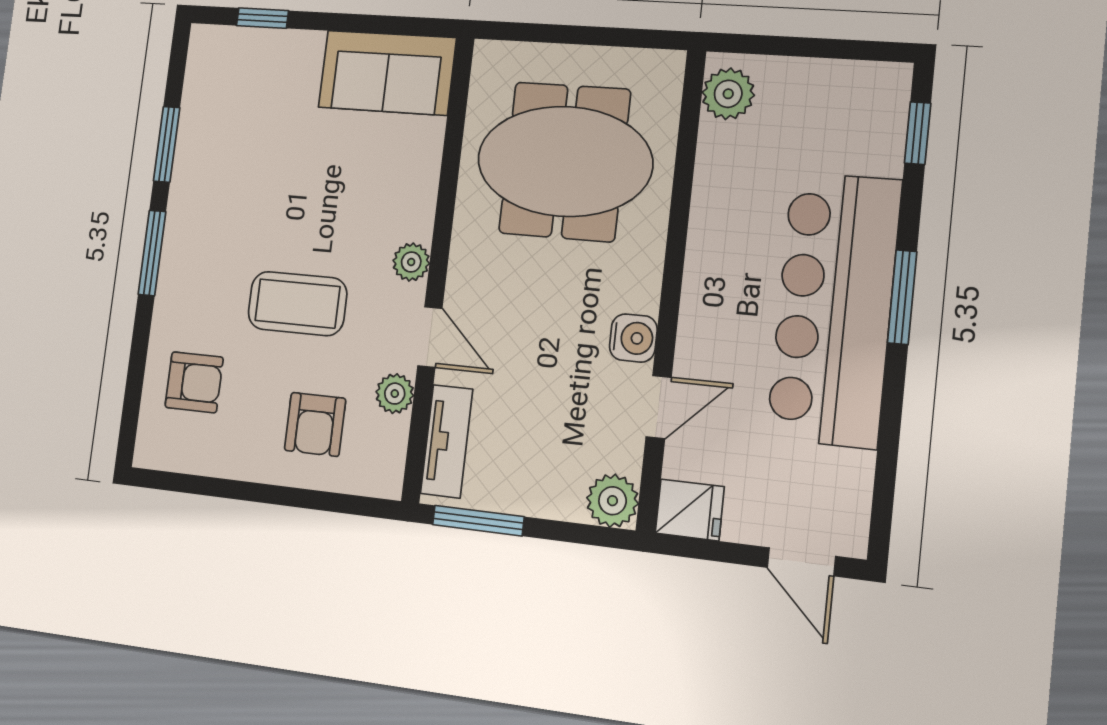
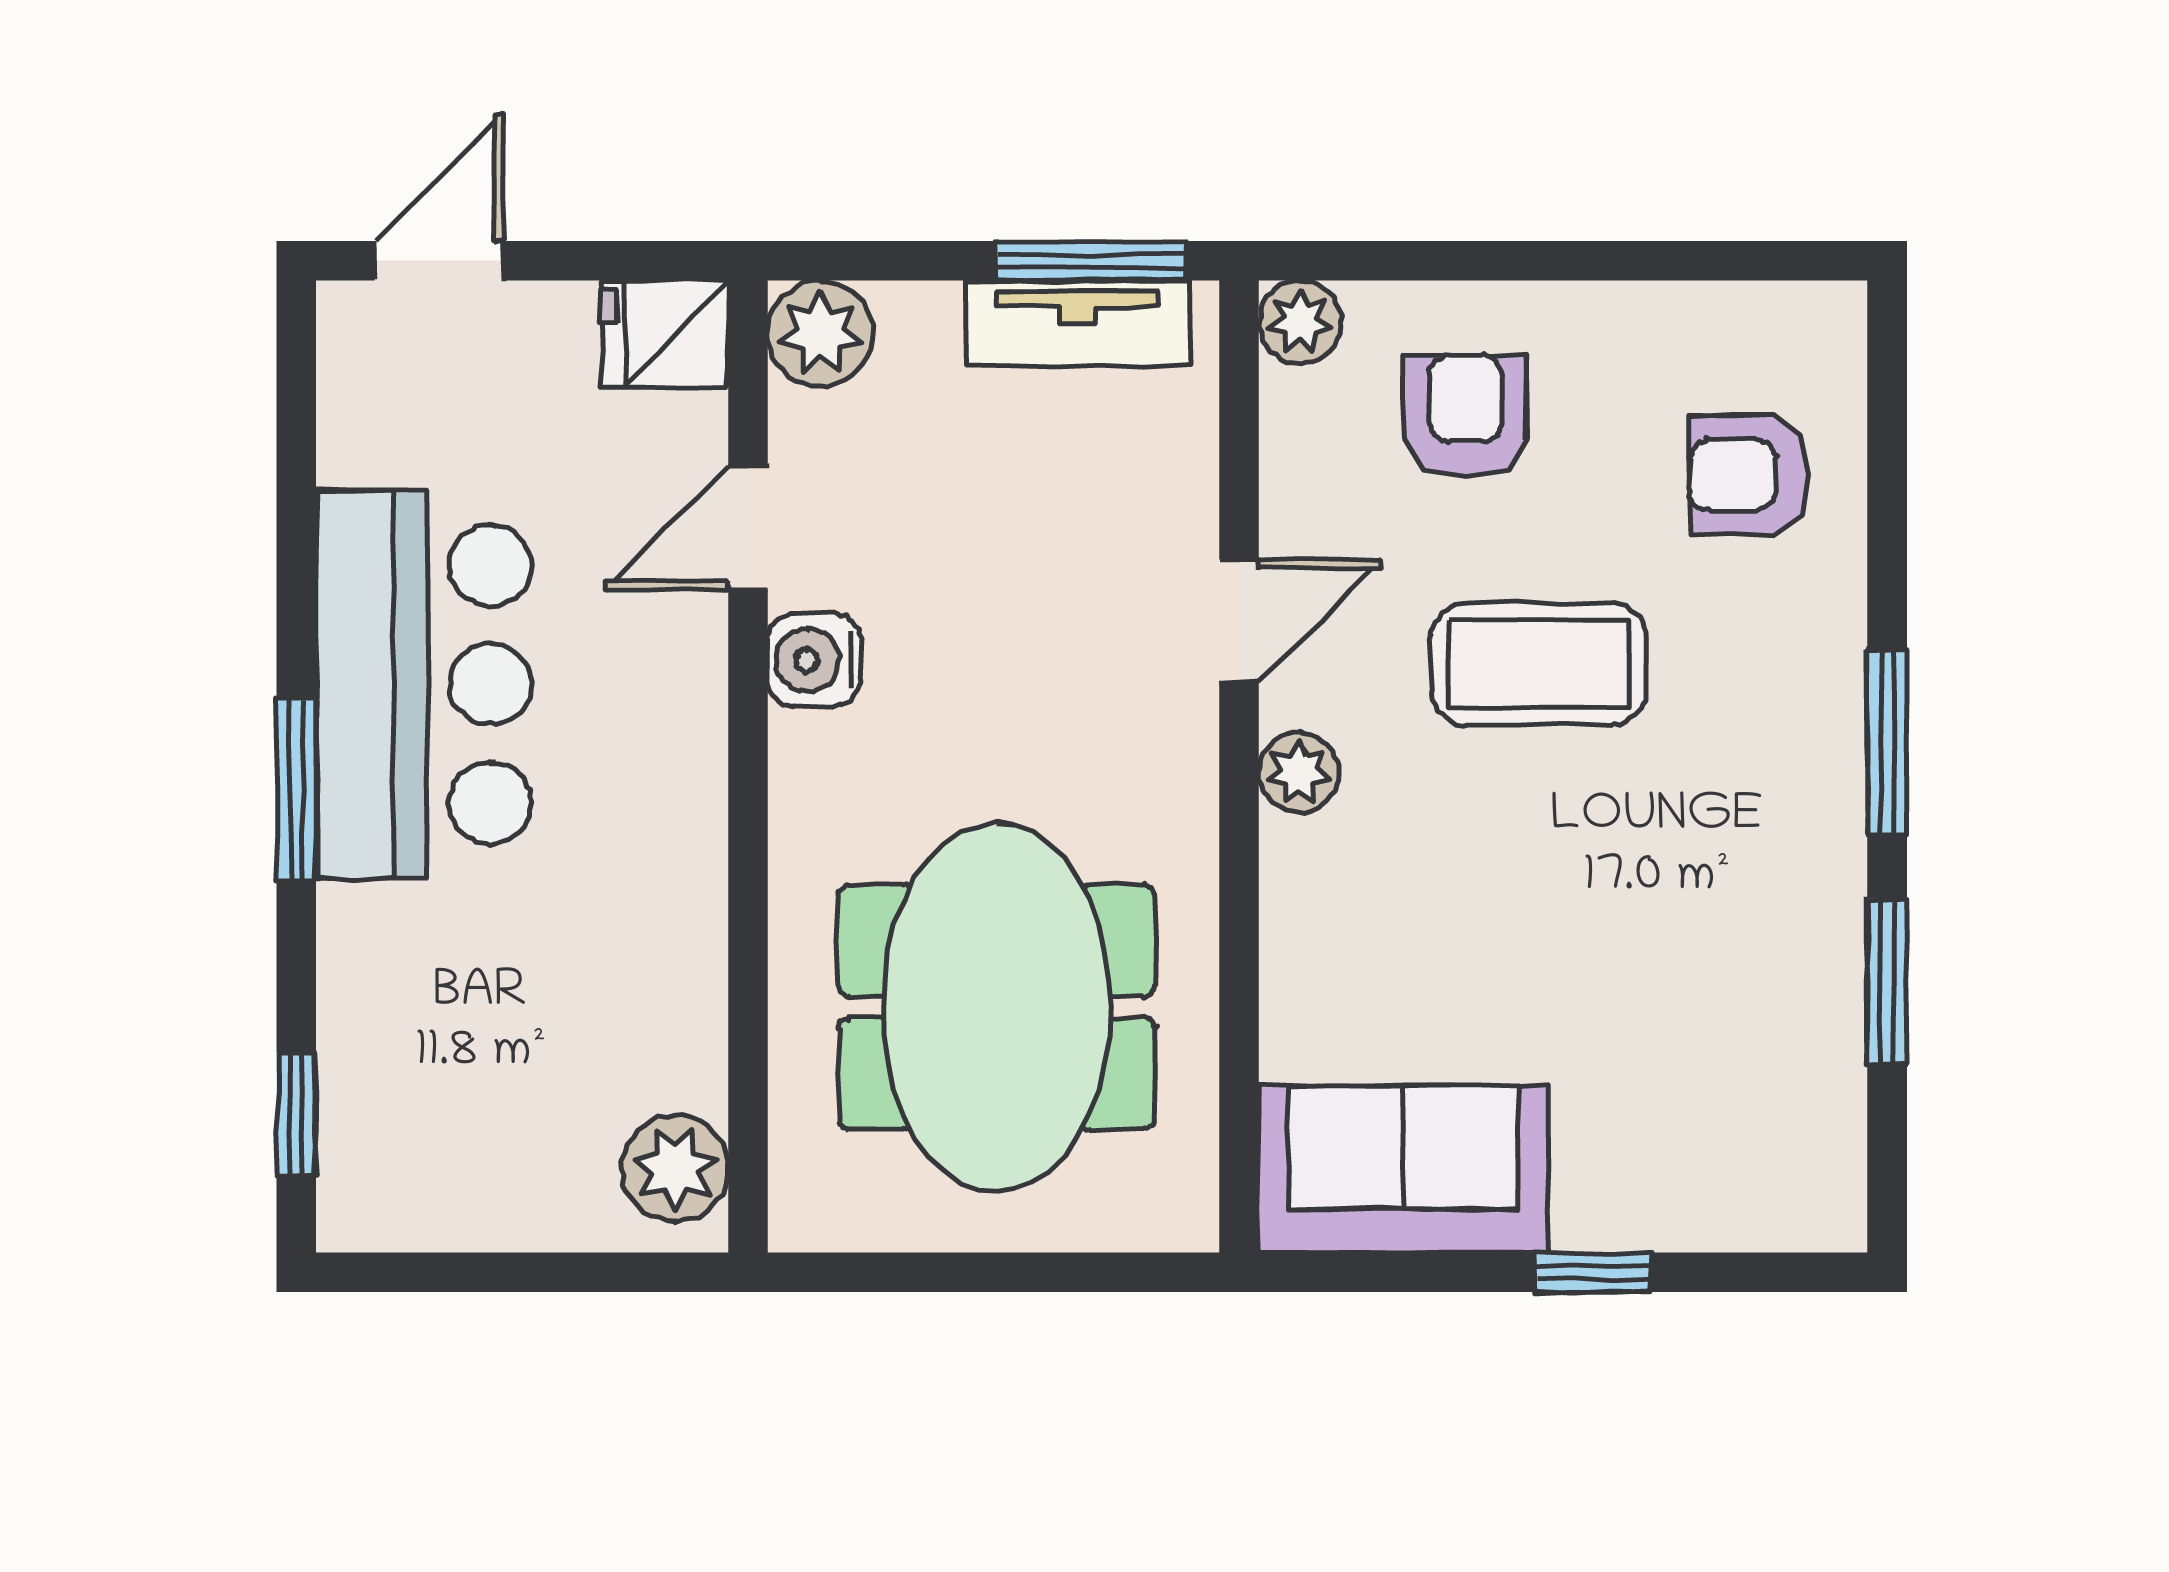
window: (262, 18) -> (1593, 1272), moved
meeting table: (565, 161) -> (996, 1007), turned 90
bar counter: (834, 309) -> (423, 684), width x0.73
door: (430, 337) -> (1239, 621), swing flipped
plant: (395, 394) -> (1300, 322), moved
tv unit: (447, 441) -> (1078, 323), moved, turned -90
door: (801, 562) -> (439, 261), hinge flipped

